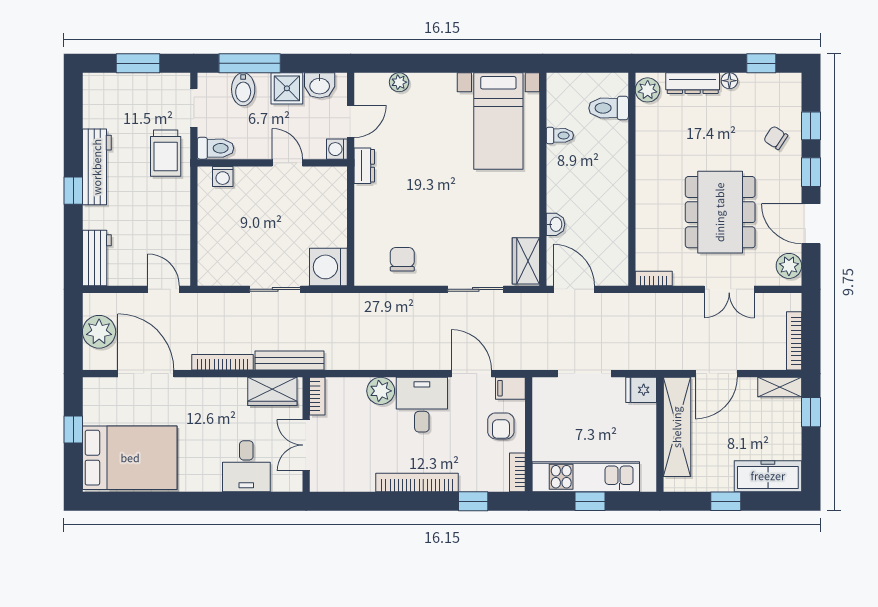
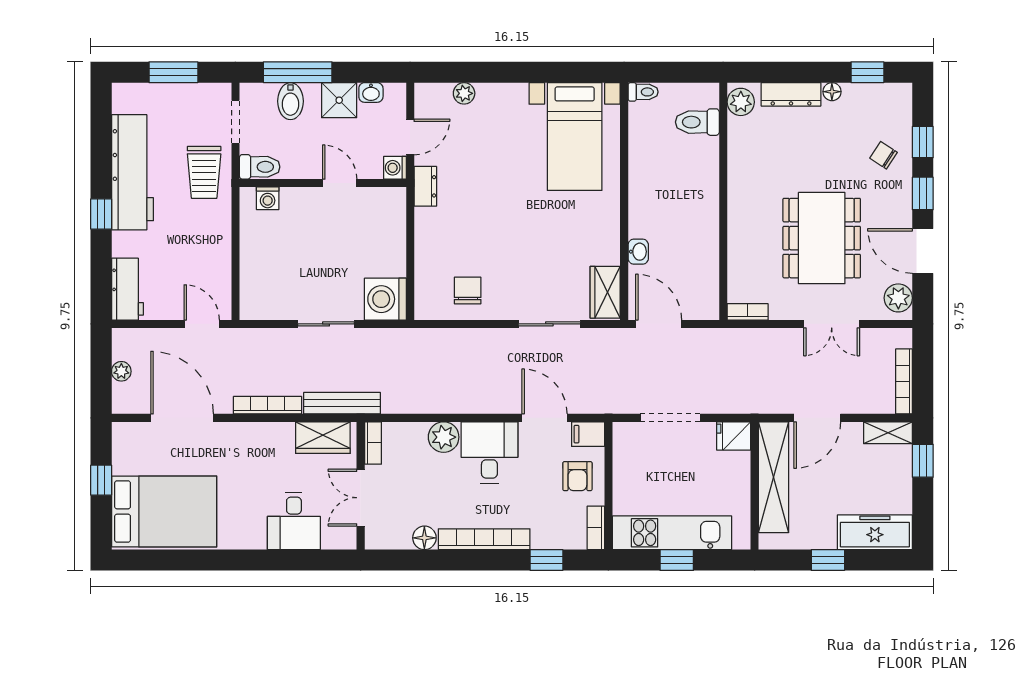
washbasin: (320, 85) -> (371, 92), width x0.72, depth x0.69
toilet: (560, 135) -> (643, 92), moved
workbench: (97, 167) -> (132, 172), width x1.36, depth x1.32
plant: (99, 332) -> (121, 371), width x0.53, depth x0.53
floor lamp: (363, 481) -> (424, 538), added

